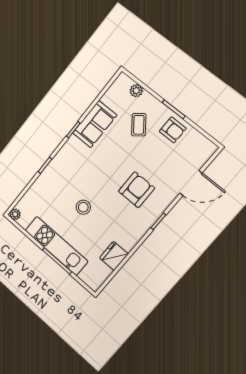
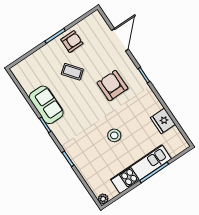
plant: (136, 91) -> (30, 62), removed
coffee table: (139, 125) -> (72, 72), moved

